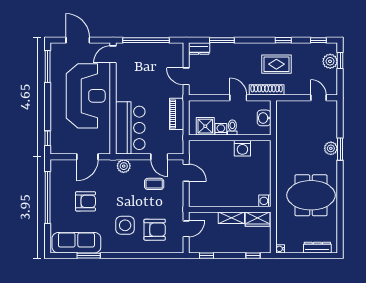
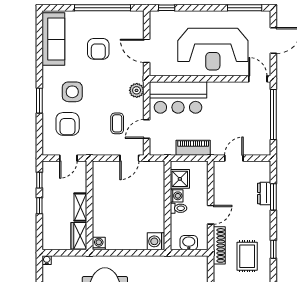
window: (283, 40) -> (273, 249), moved
dresser: (199, 49) -> (264, 193), moved
washing machine: (242, 148) -> (156, 241), moved
door: (186, 229) -> (68, 158), hinge flipped
window: (89, 256) -> (39, 101), moved
window: (253, 256) -> (39, 206), moved

